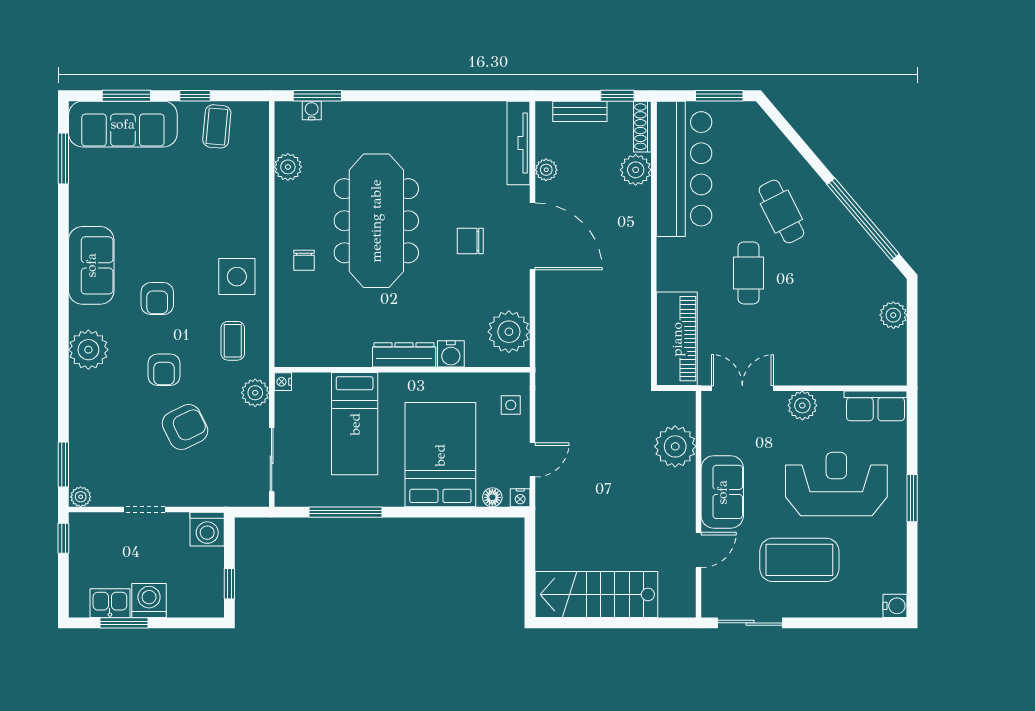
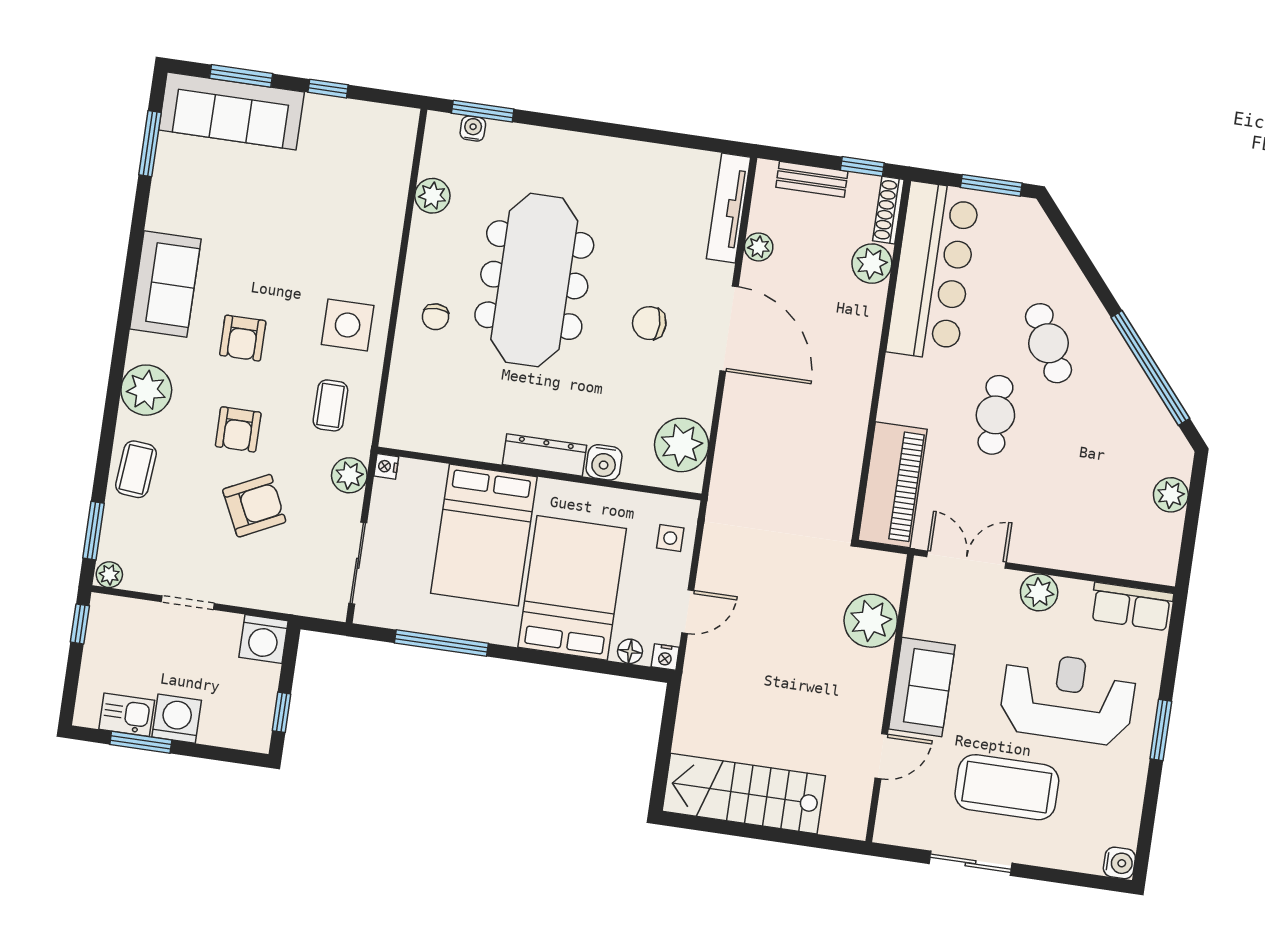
coffee table: (217, 126) -> (136, 469), moved
bed: (355, 424) -> (484, 535), width x1.50
sliding door: (750, 623) -> (971, 863), moved

